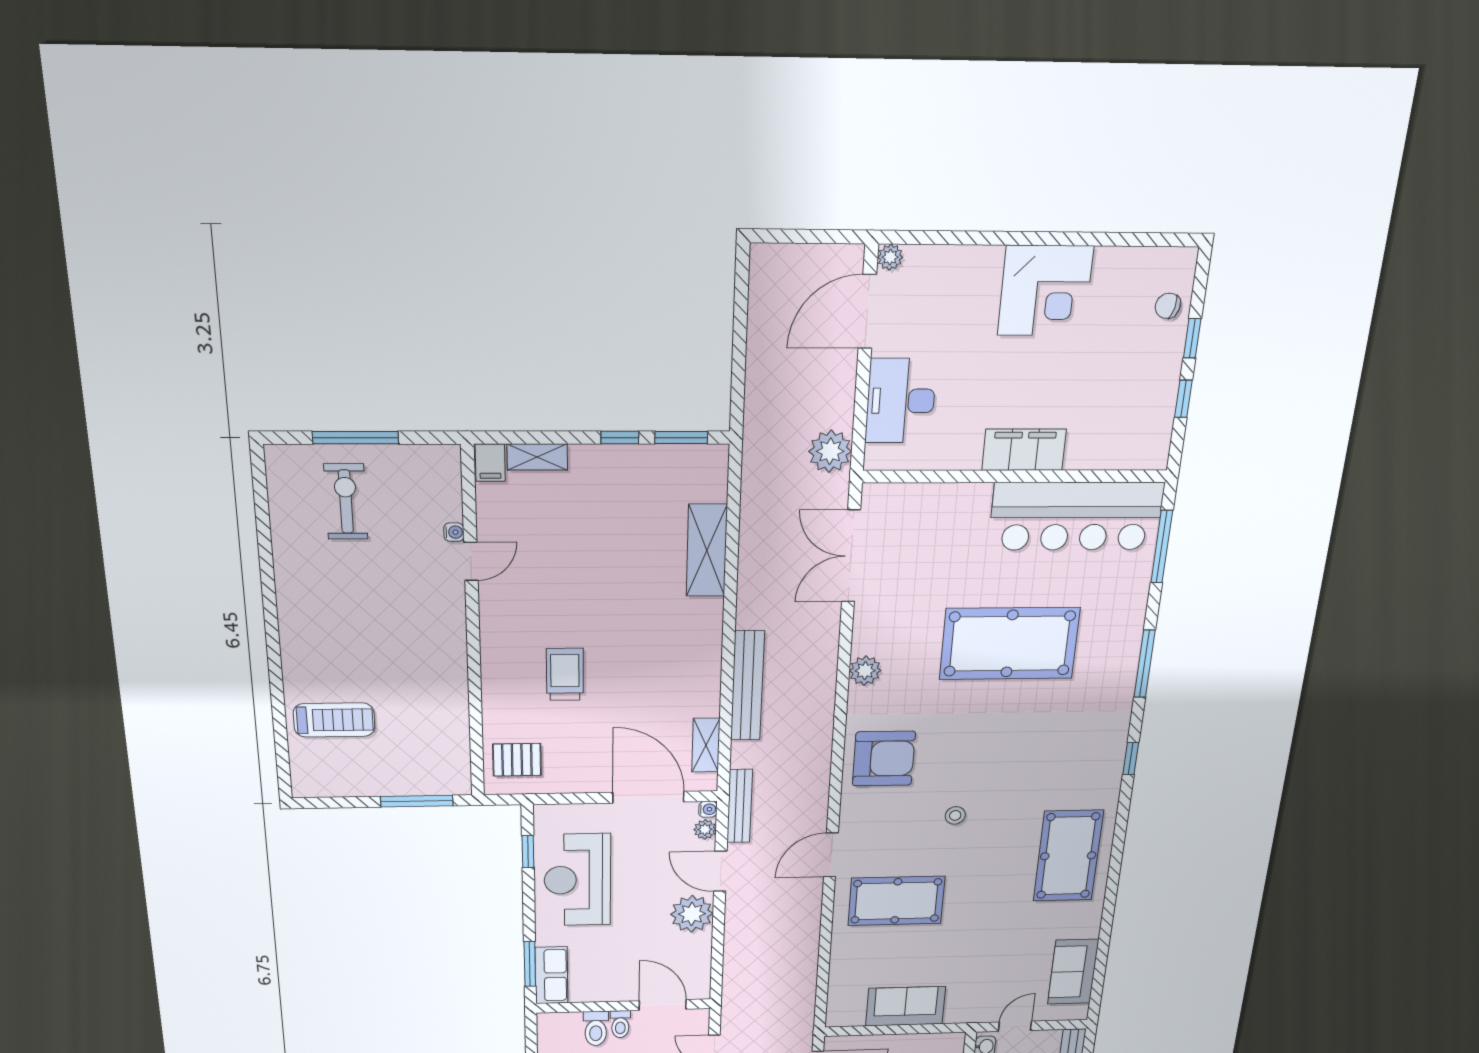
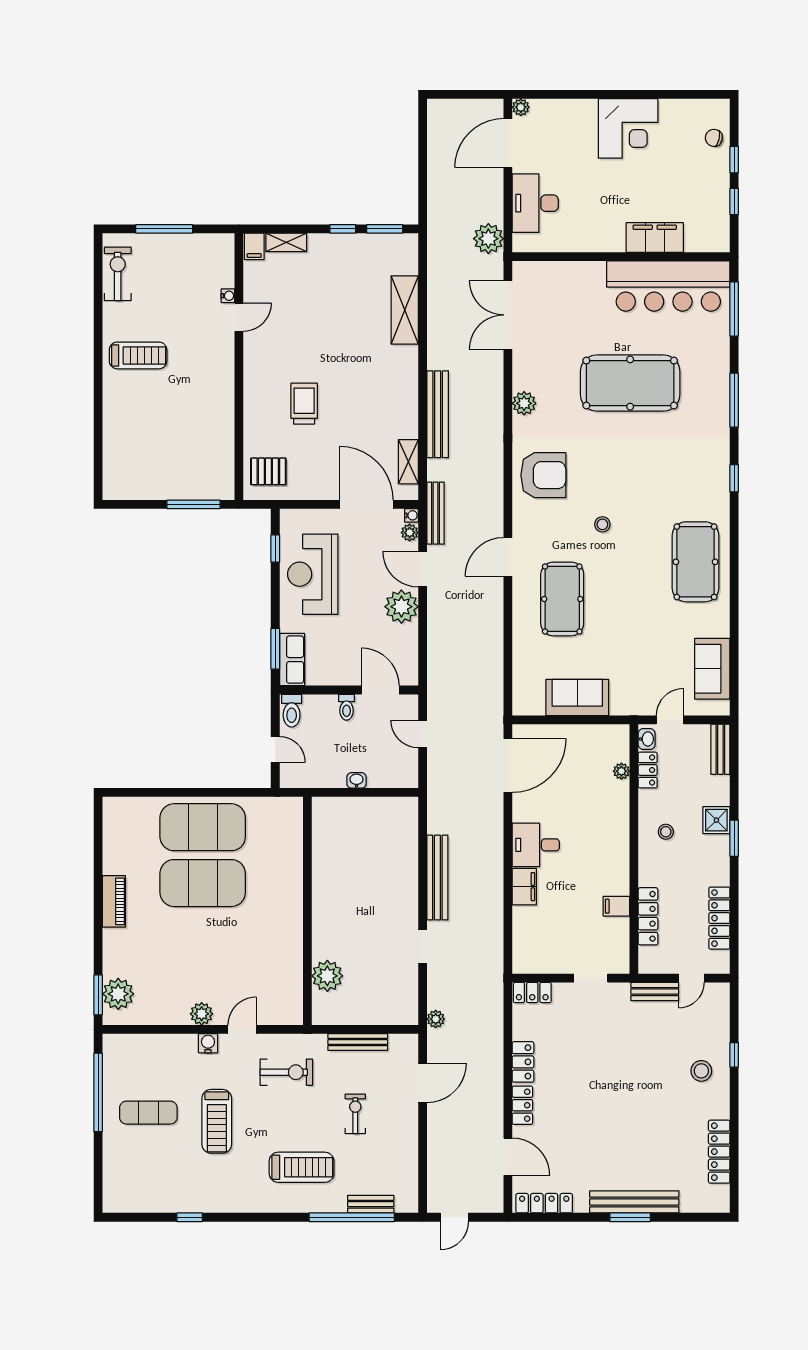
filing cabinet: (1024, 450) -> (655, 238), moved
exercise bike: (346, 502) -> (118, 274), moved
treadmill: (334, 720) -> (138, 355), moved
pool table: (896, 901) -> (562, 599), turned 90
toilet: (596, 1028) -> (292, 711), moved

